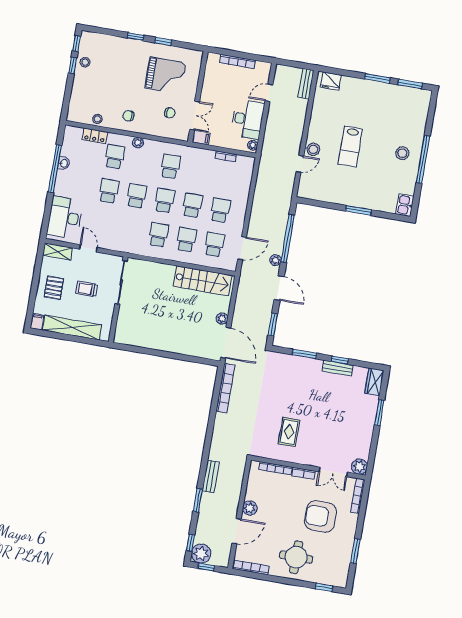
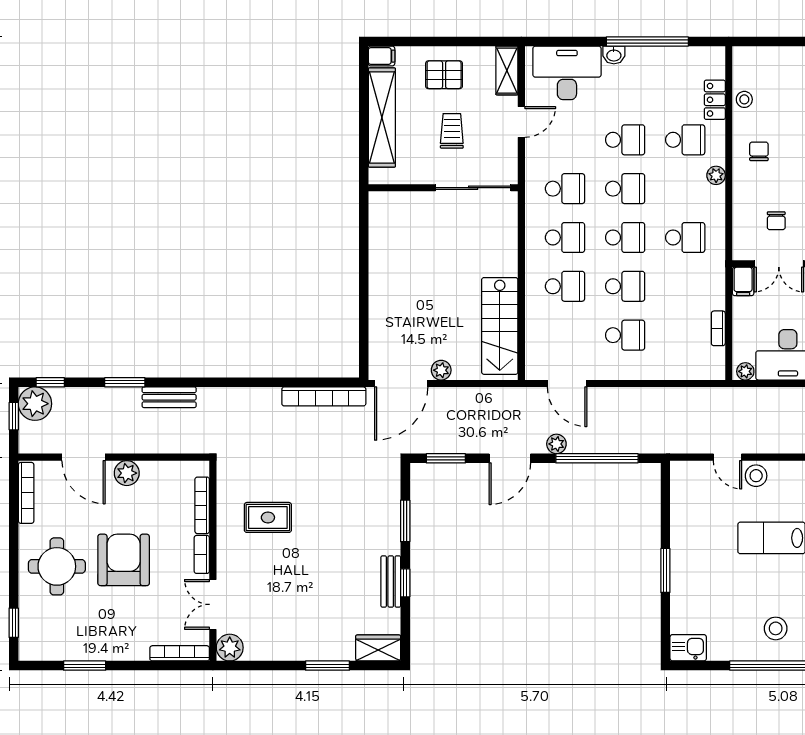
washbasin: (64, 163) -> (614, 55), moved
school desk: (214, 245) -> (565, 189), moved
armchair: (321, 516) -> (124, 560), moved

